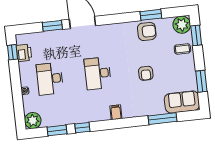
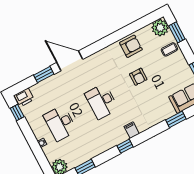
window: (151, 15) -> (129, 30), removed
printer: (24, 53) -> (24, 97), moved, turned 90
armchair: (146, 73) -> (138, 77), moved
window: (162, 119) -> (176, 119), width x0.69
window: (82, 128) -> (125, 146), moved

